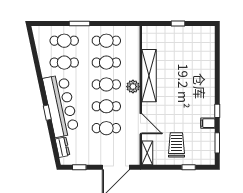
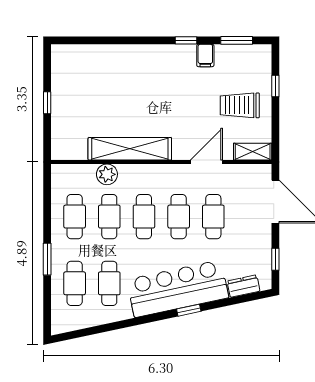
plant: (133, 87) -> (107, 174), moved

